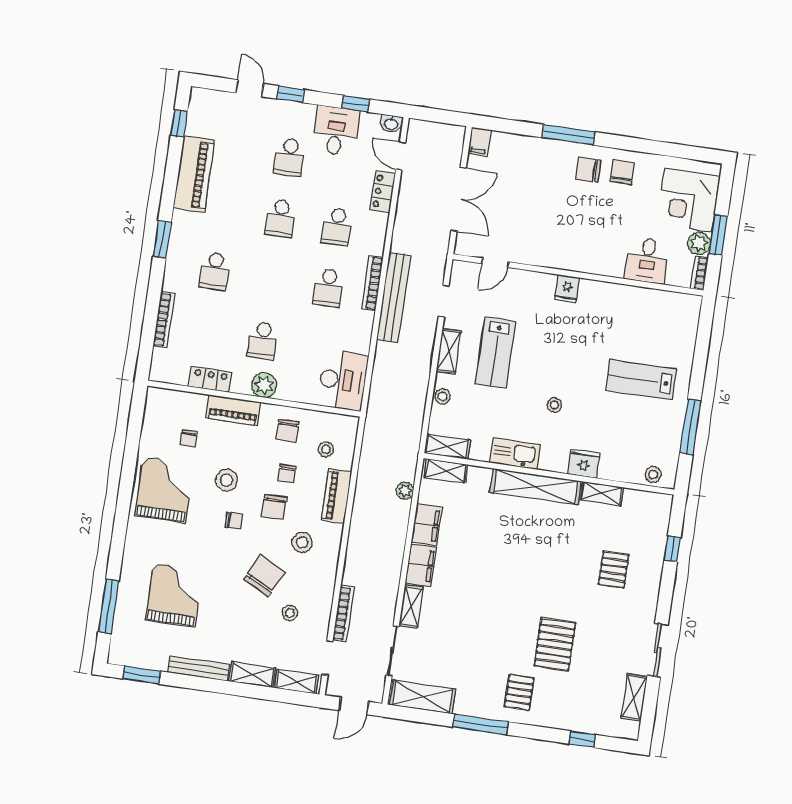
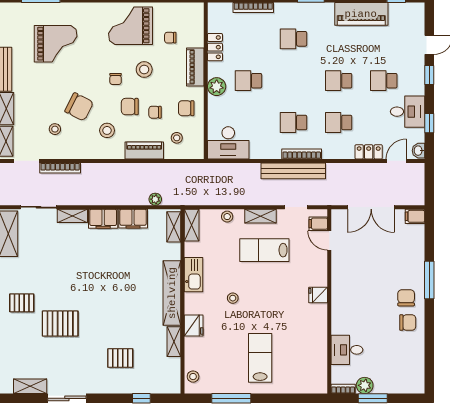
corner desk: (688, 200) -> (395, 373), removed
filing cabinet: (470, 274) -> (318, 224), added
grand piano: (165, 490) -> (131, 26), turned 180

